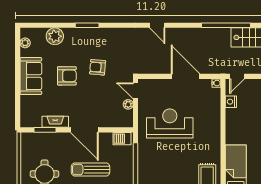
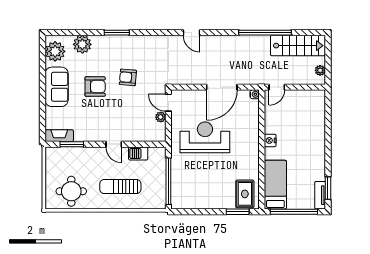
plant: (25, 43) -> (55, 51), width x1.88, depth x1.88
door: (186, 76) -> (222, 87), swing flipped
nightstand: (231, 102) -> (270, 140), moved
fireplace: (55, 122) -> (59, 136), moved
door: (84, 130) -> (114, 144), width x0.53
barbecue: (122, 139) -> (138, 153), moved

